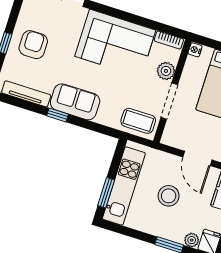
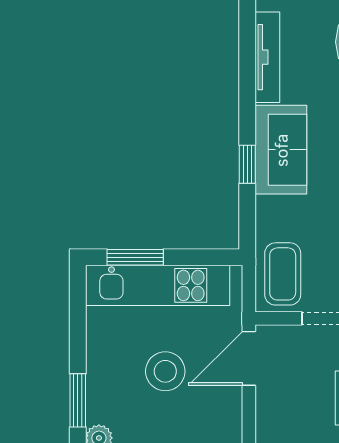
window: (58, 115) -> (247, 164), moved
door: (197, 158) -> (249, 358), moved

